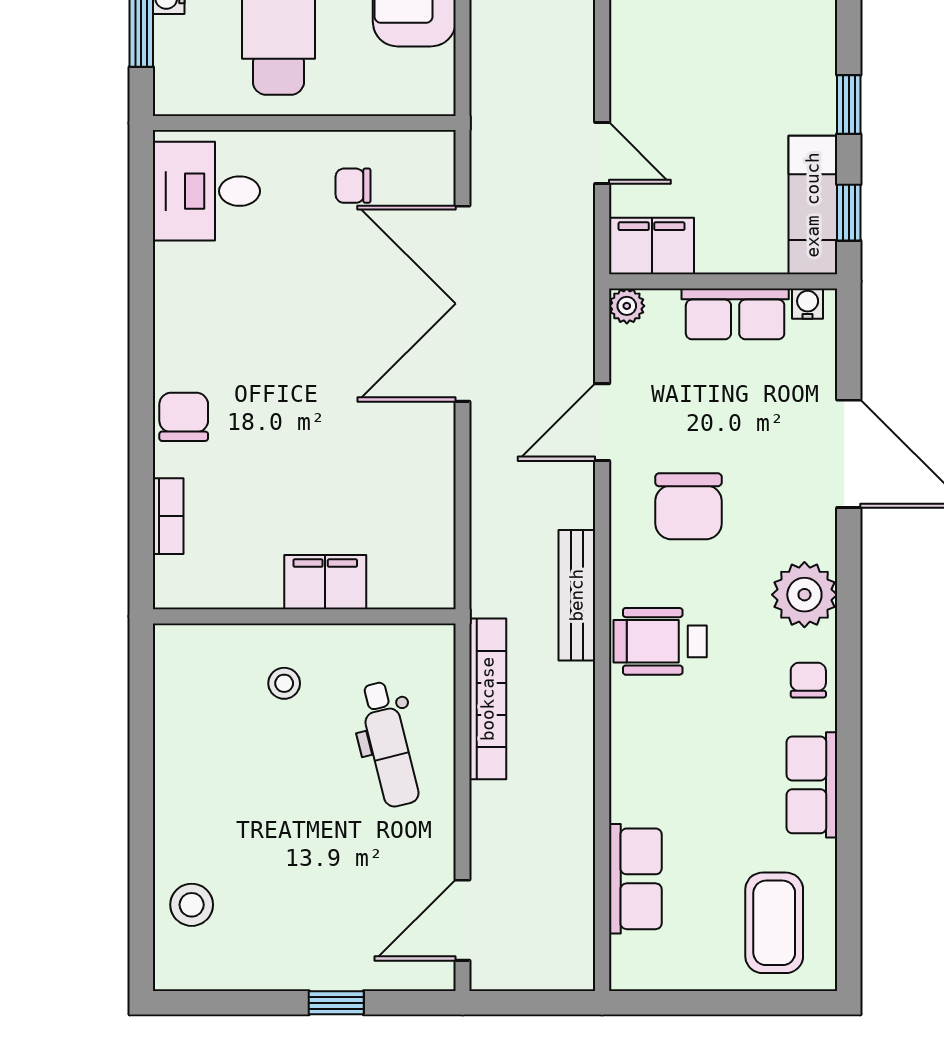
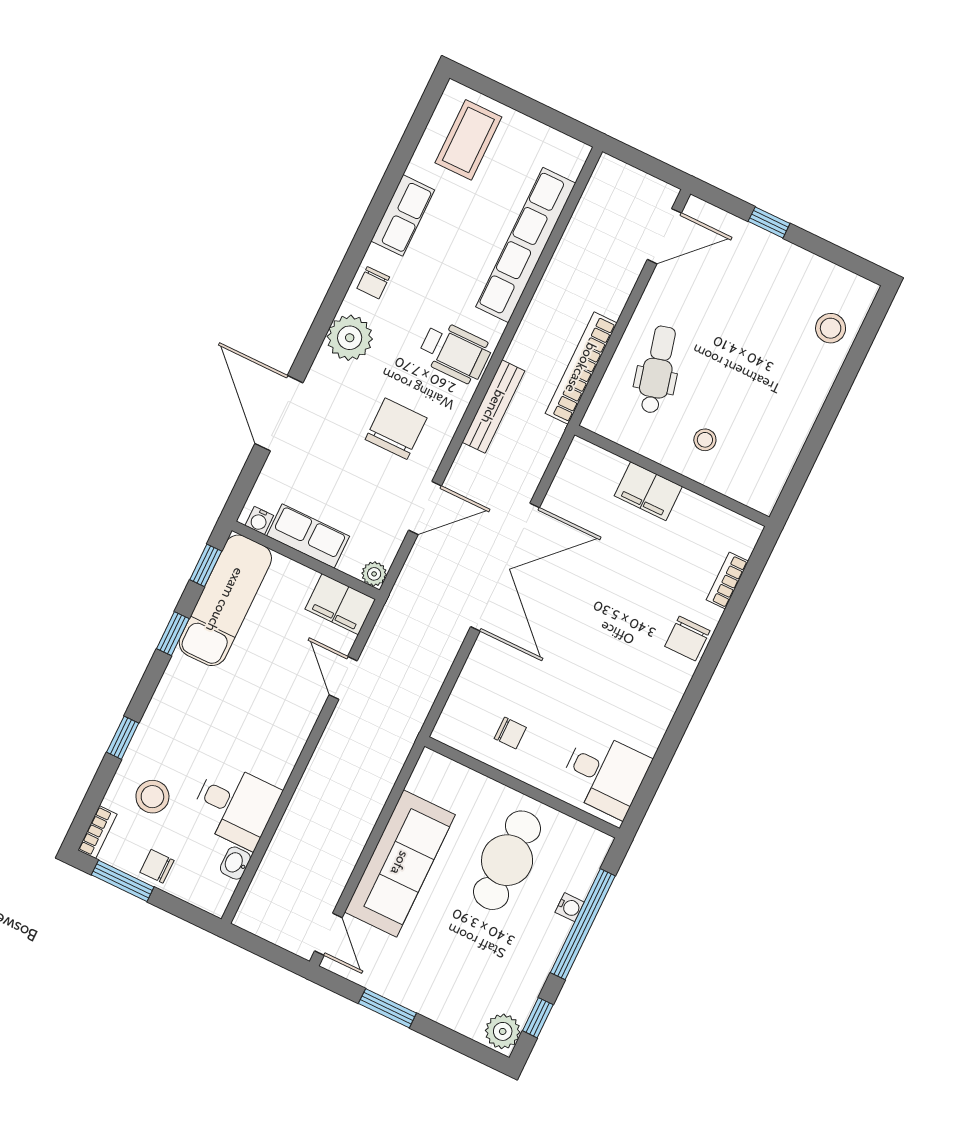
exam couch: (813, 205) -> (225, 600), width x1.36, depth x1.45
double door: (462, 304) -> (505, 567), moved
row of seats: (635, 879) -> (526, 245), width x2.02

